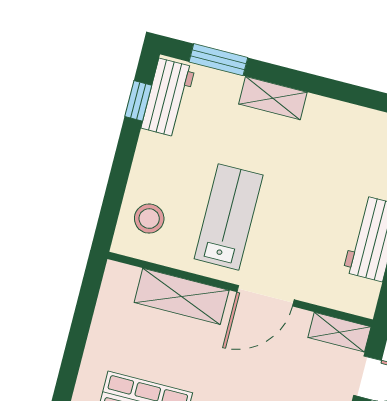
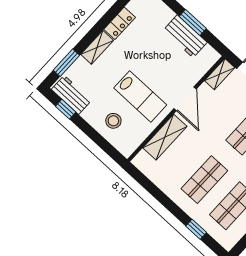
locker: (334, 115) -> (120, 23), added
lab bench: (229, 217) -> (140, 96), turned 180
stool: (149, 219) -> (113, 121), moved

